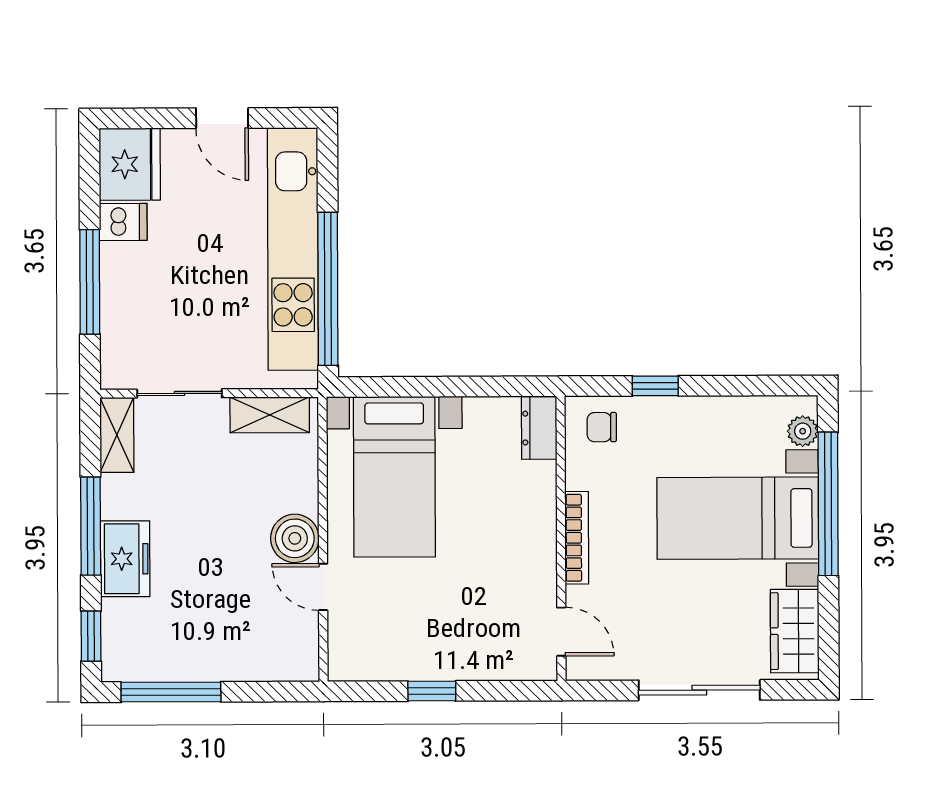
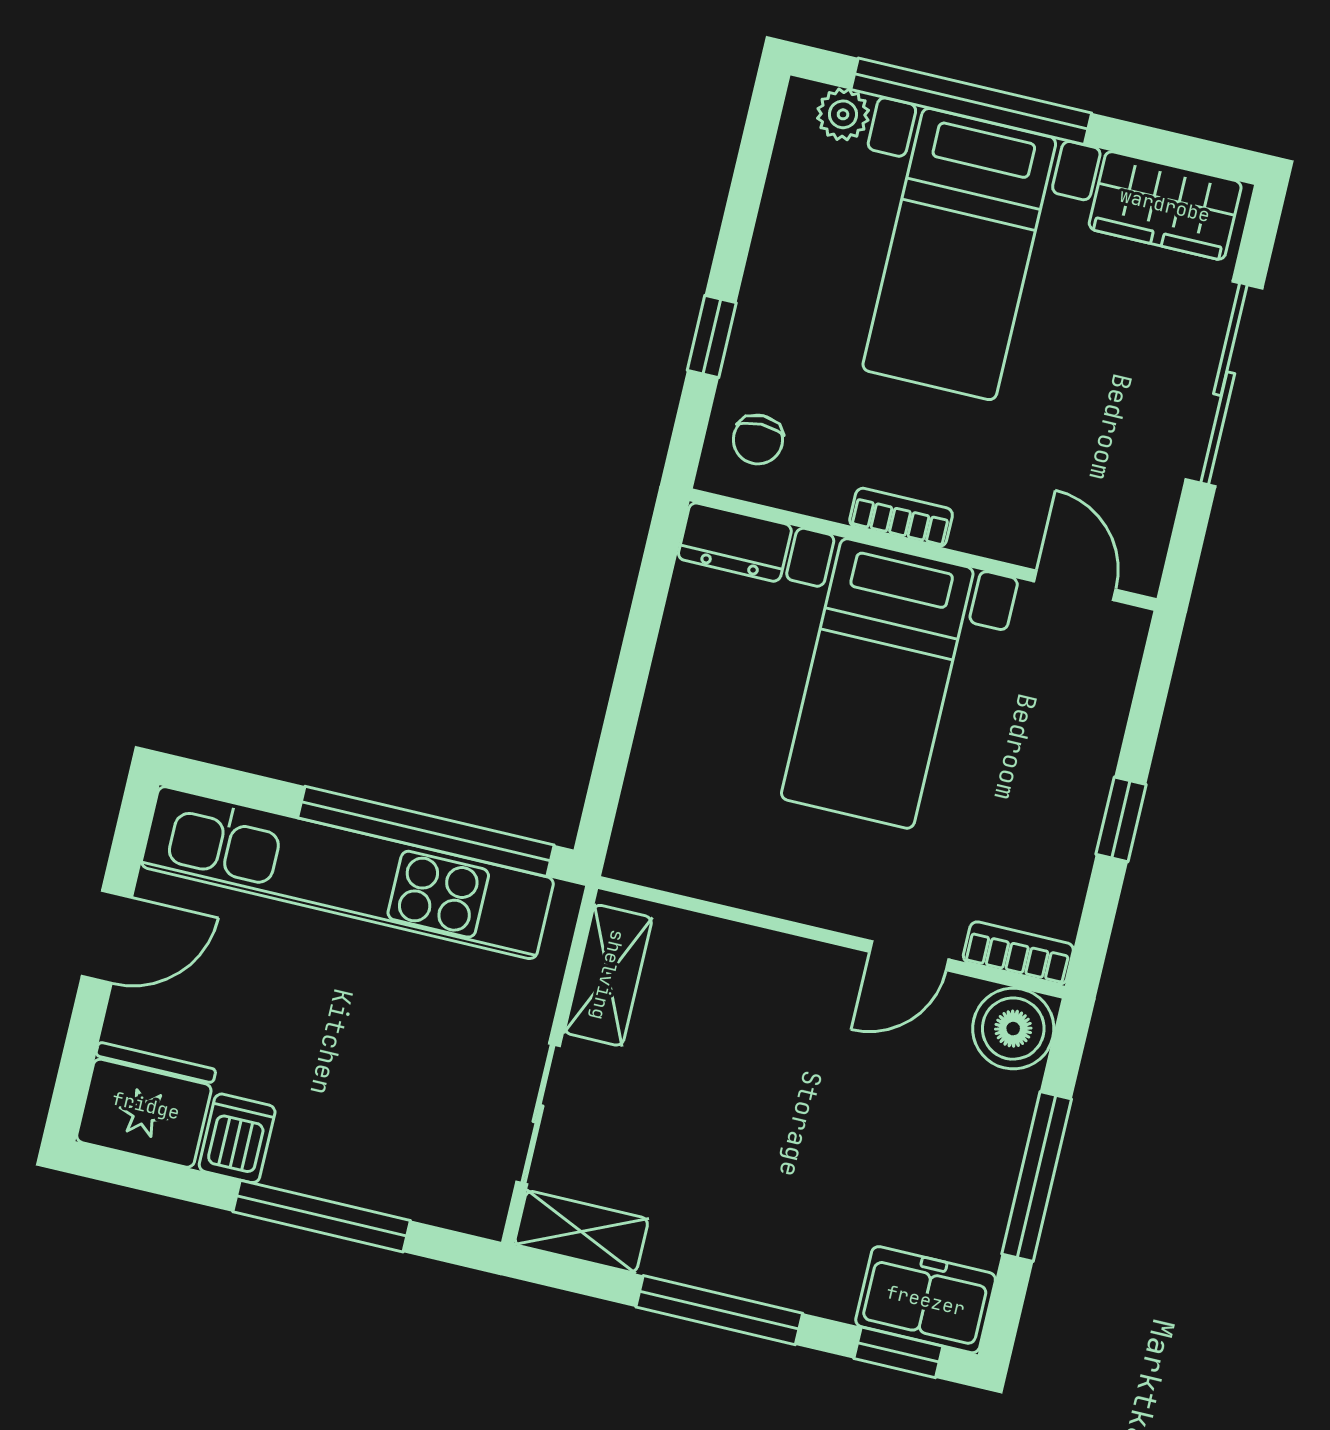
bed with nightstands: (394, 477) -> (877, 683), moved, turned 90
boiler: (295, 538) -> (1013, 1029), moved
bookcase: (577, 538) -> (901, 517), width x0.64
freezer: (125, 559) -> (926, 1300), moved
door: (561, 632) -> (1075, 585), hinge flipped
bookcase: (340, 650) -> (1018, 953), added
window: (171, 692) -> (1037, 1176), moved

